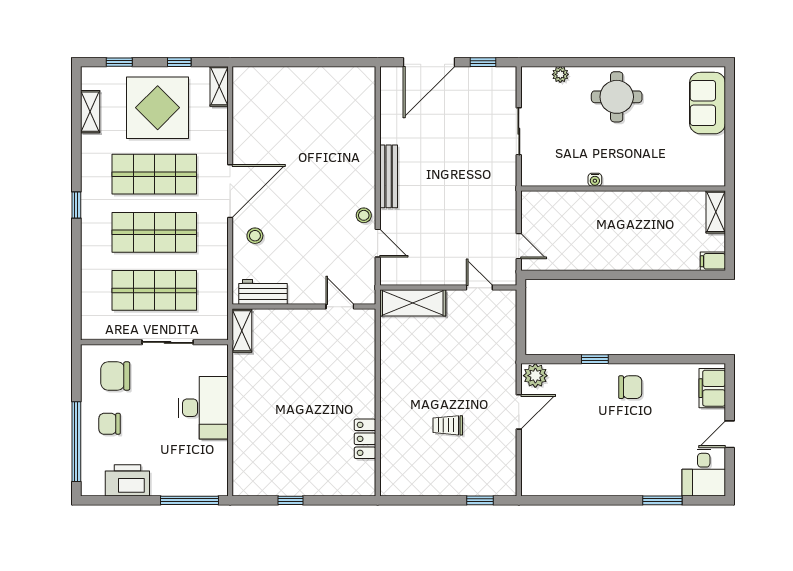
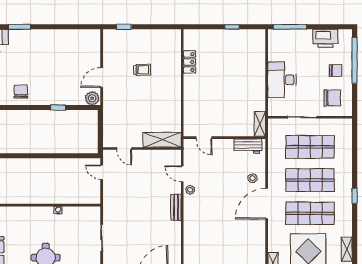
bench: (389, 176) -> (176, 207), width x0.73
chair: (630, 387) -> (21, 92), moved, turned 90

